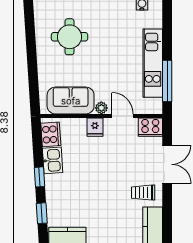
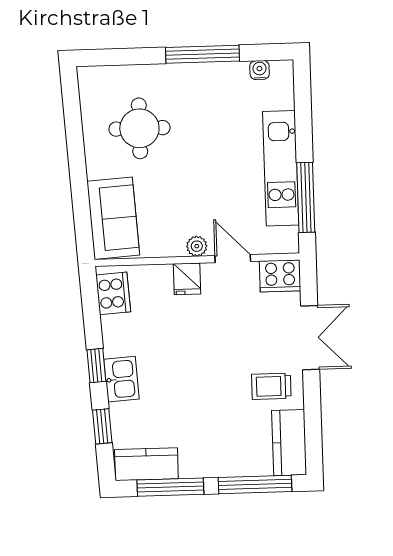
sofa: (71, 101) -> (113, 218), moved, turned 86
kitchen sink: (53, 160) -> (121, 379), moved

